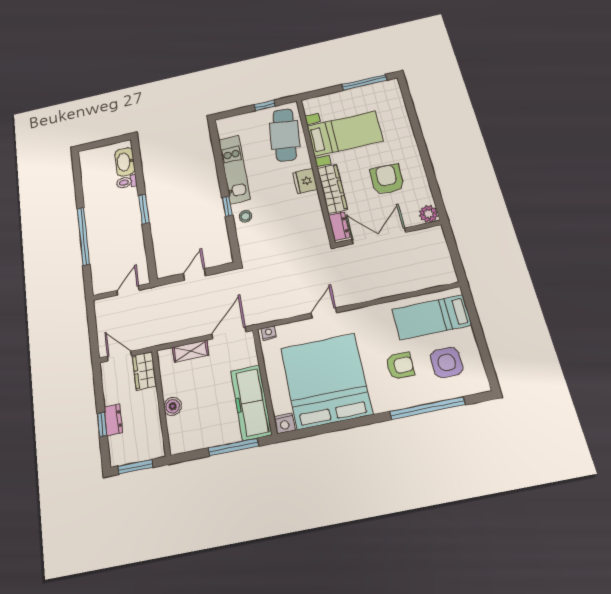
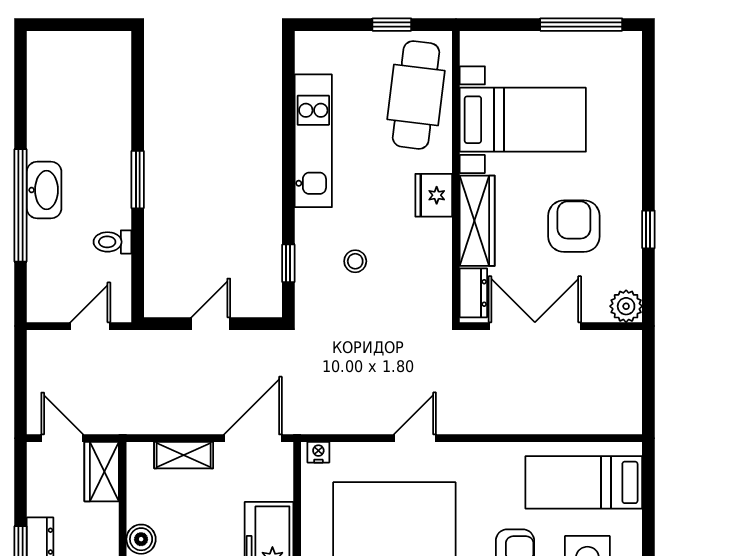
washbasin: (125, 162) -> (44, 190), moved, turned 180
window: (430, 172) -> (648, 229), added
toilet: (127, 182) -> (112, 242), moved
window: (227, 206) -> (288, 263), moved
stool: (246, 216) -> (355, 261), moved

